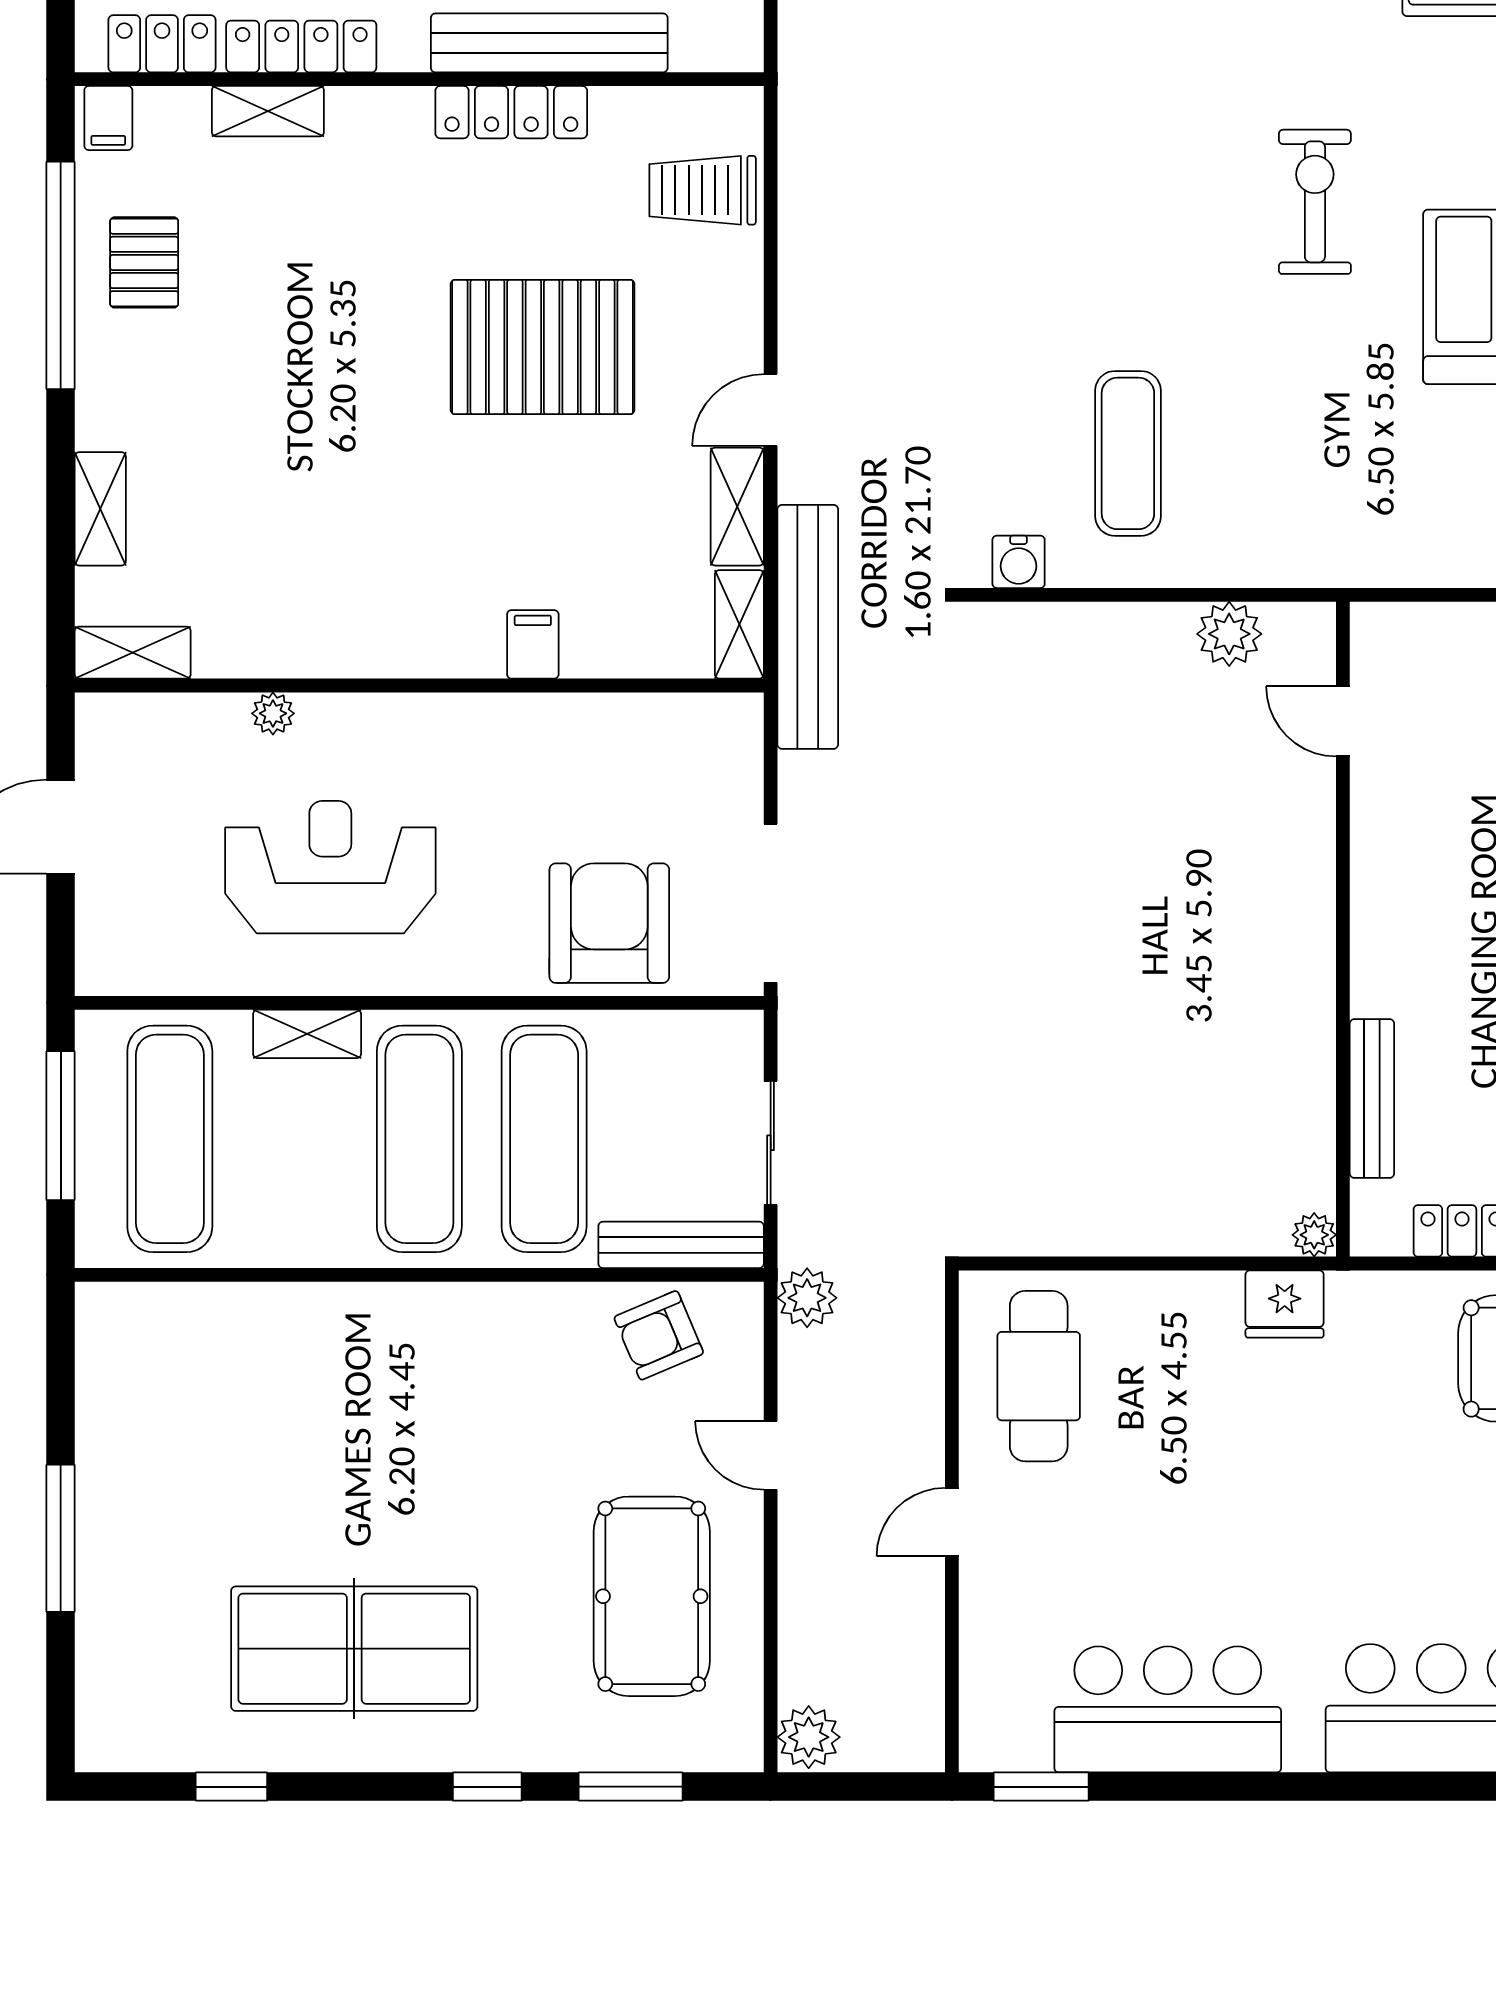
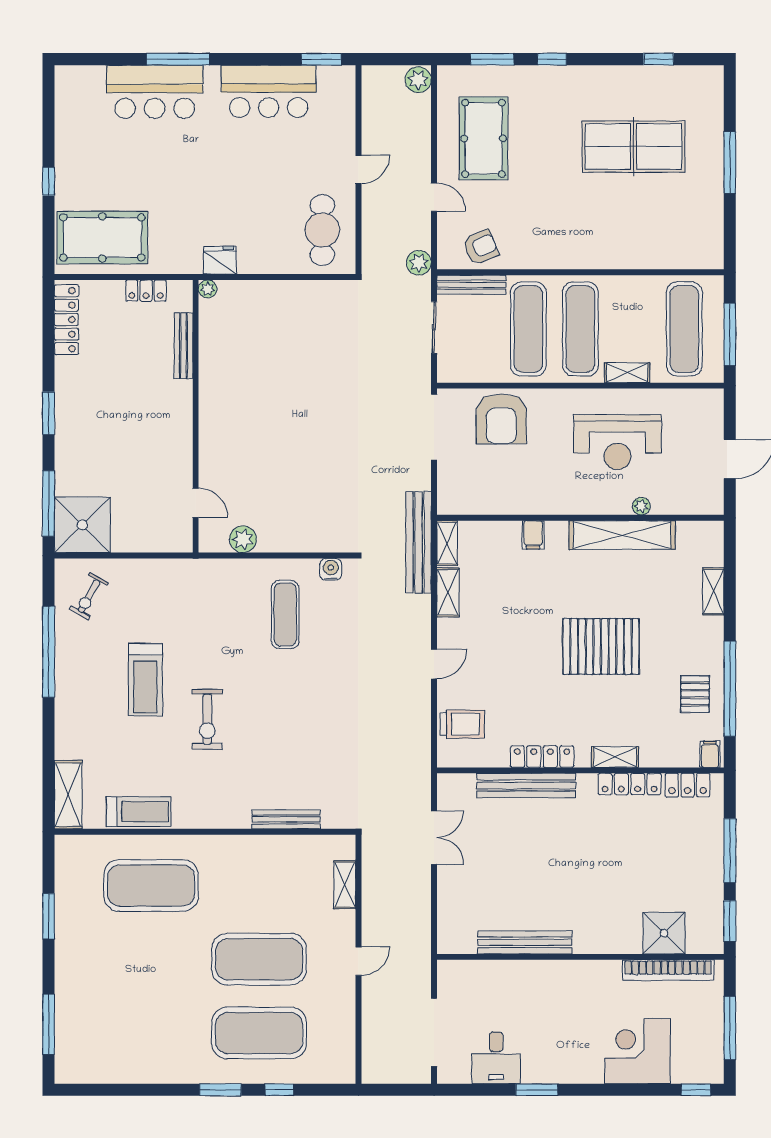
shelving: (268, 111) -> (615, 757), moved
pallet: (543, 347) -> (601, 646), moved
door: (771, 410) -> (434, 664), moved
shelving: (133, 653) -> (622, 535), moved, width x2.20, depth x1.33
table tennis table: (354, 1649) -> (634, 147), moved
window: (1385, 1787) -> (178, 59), added

